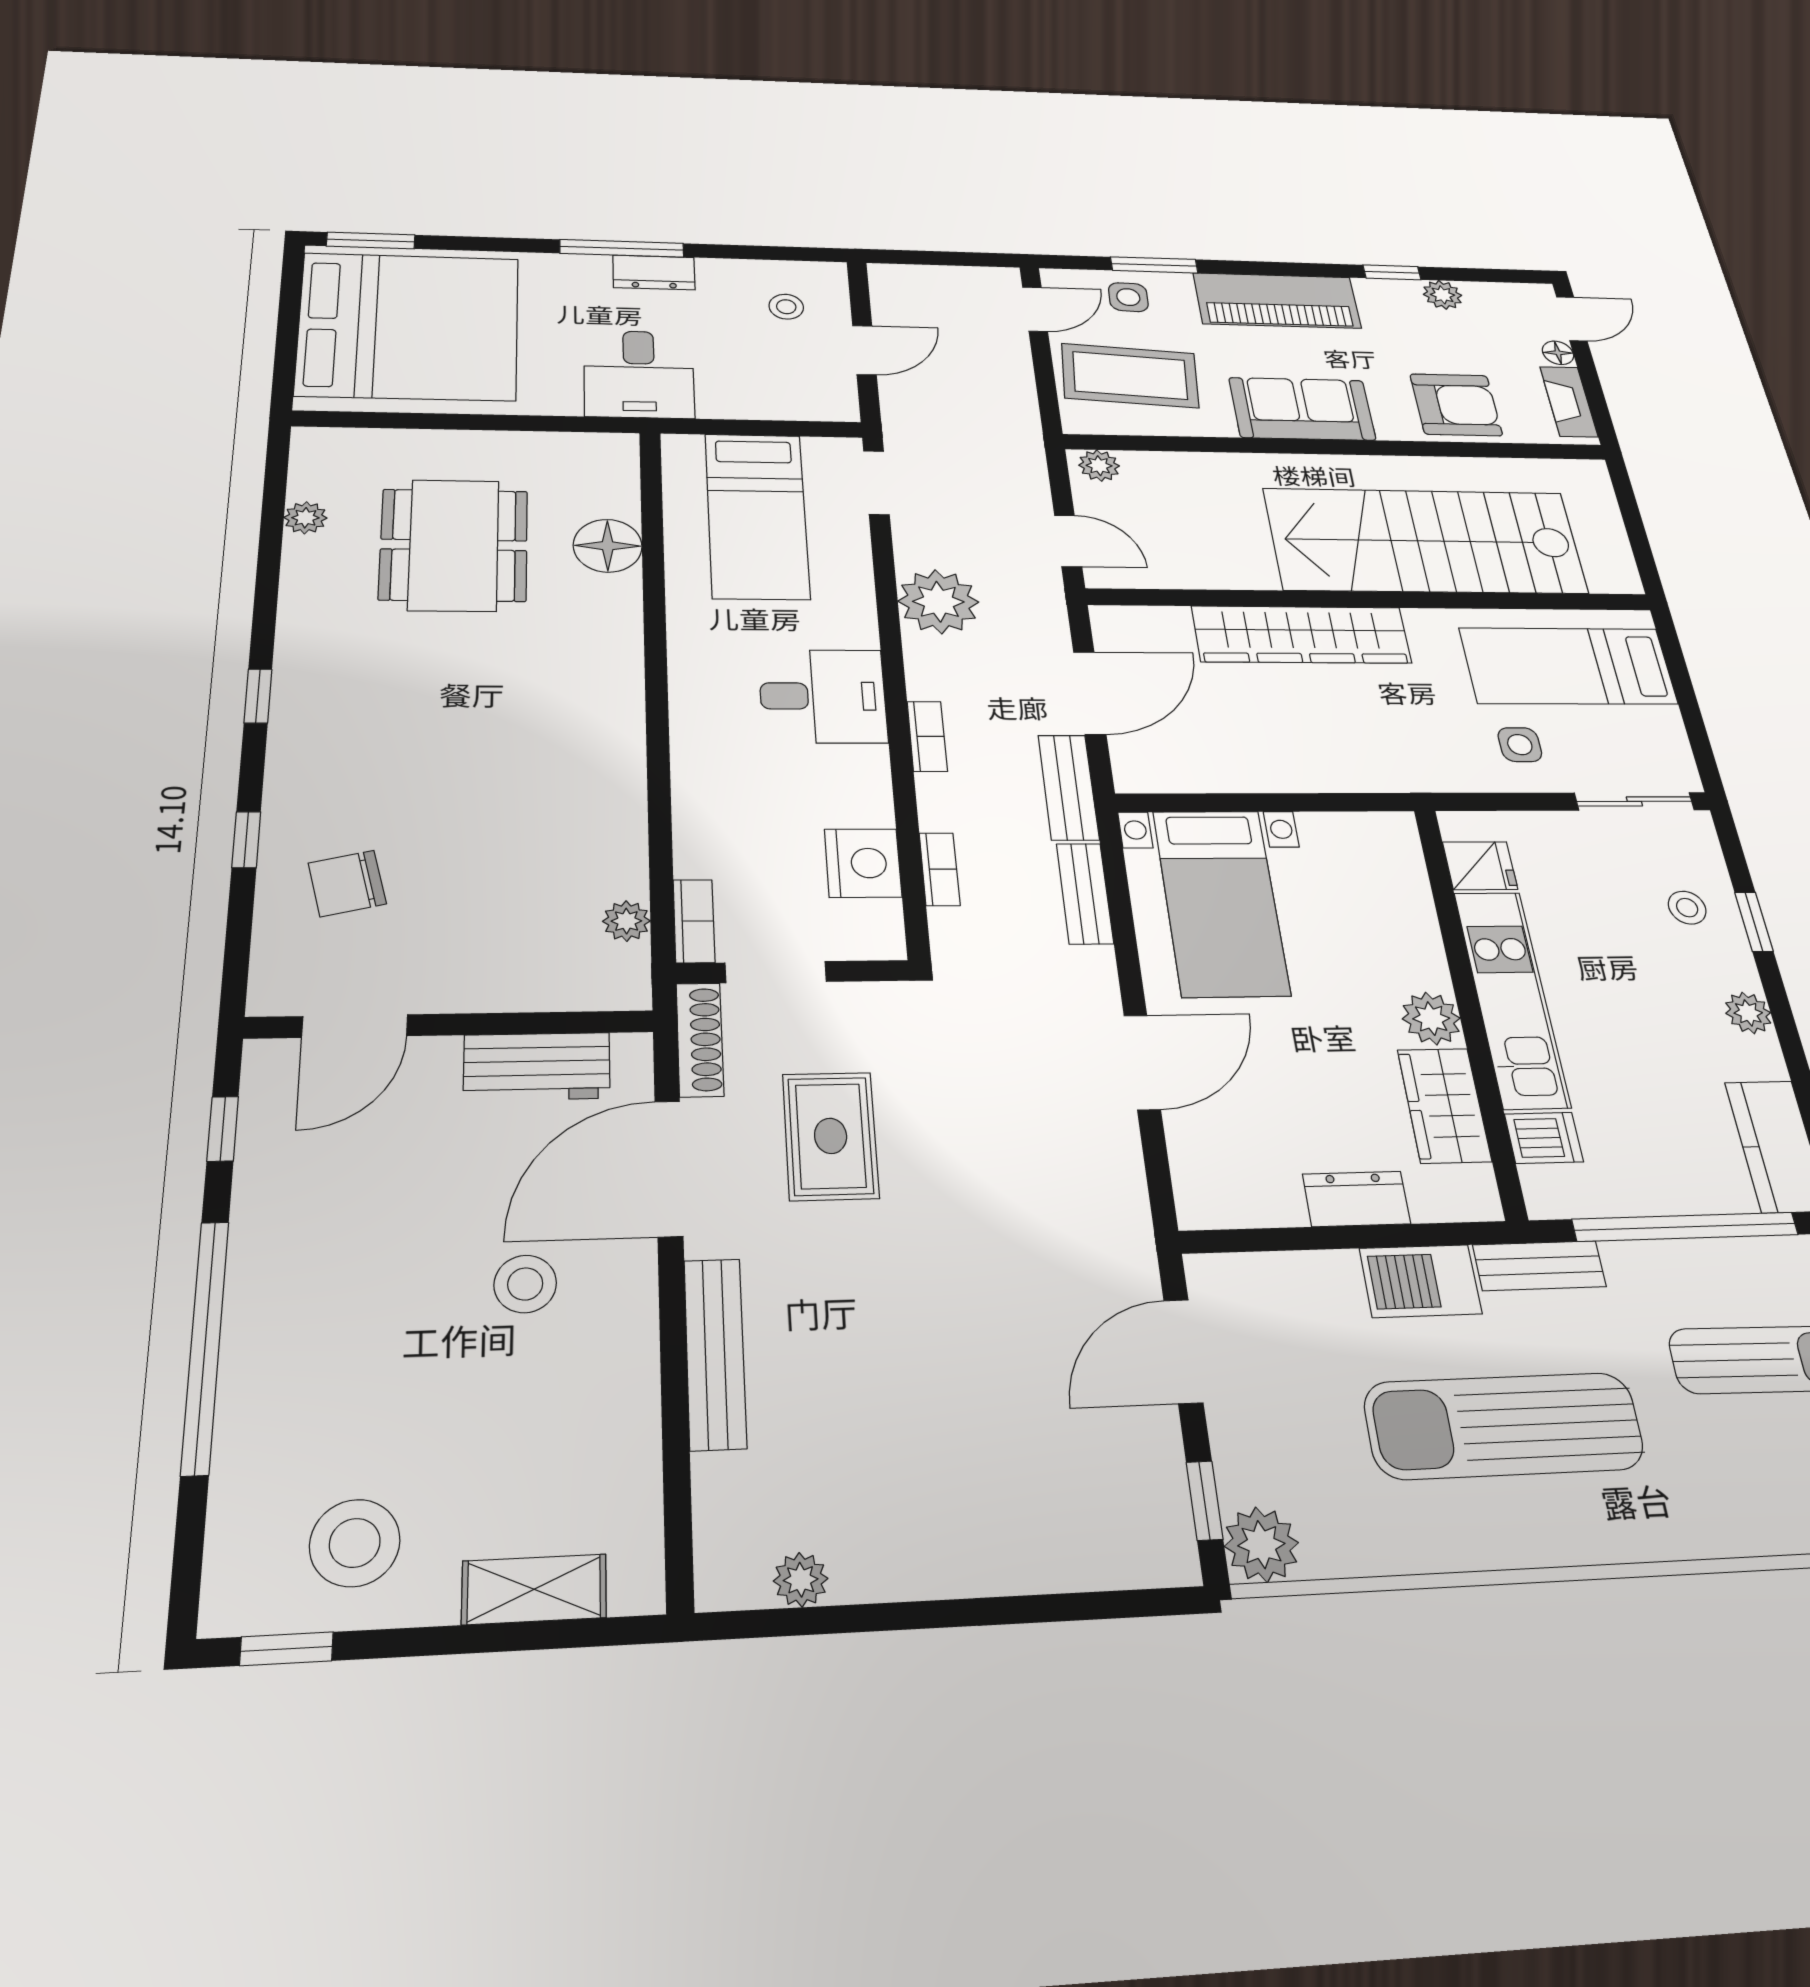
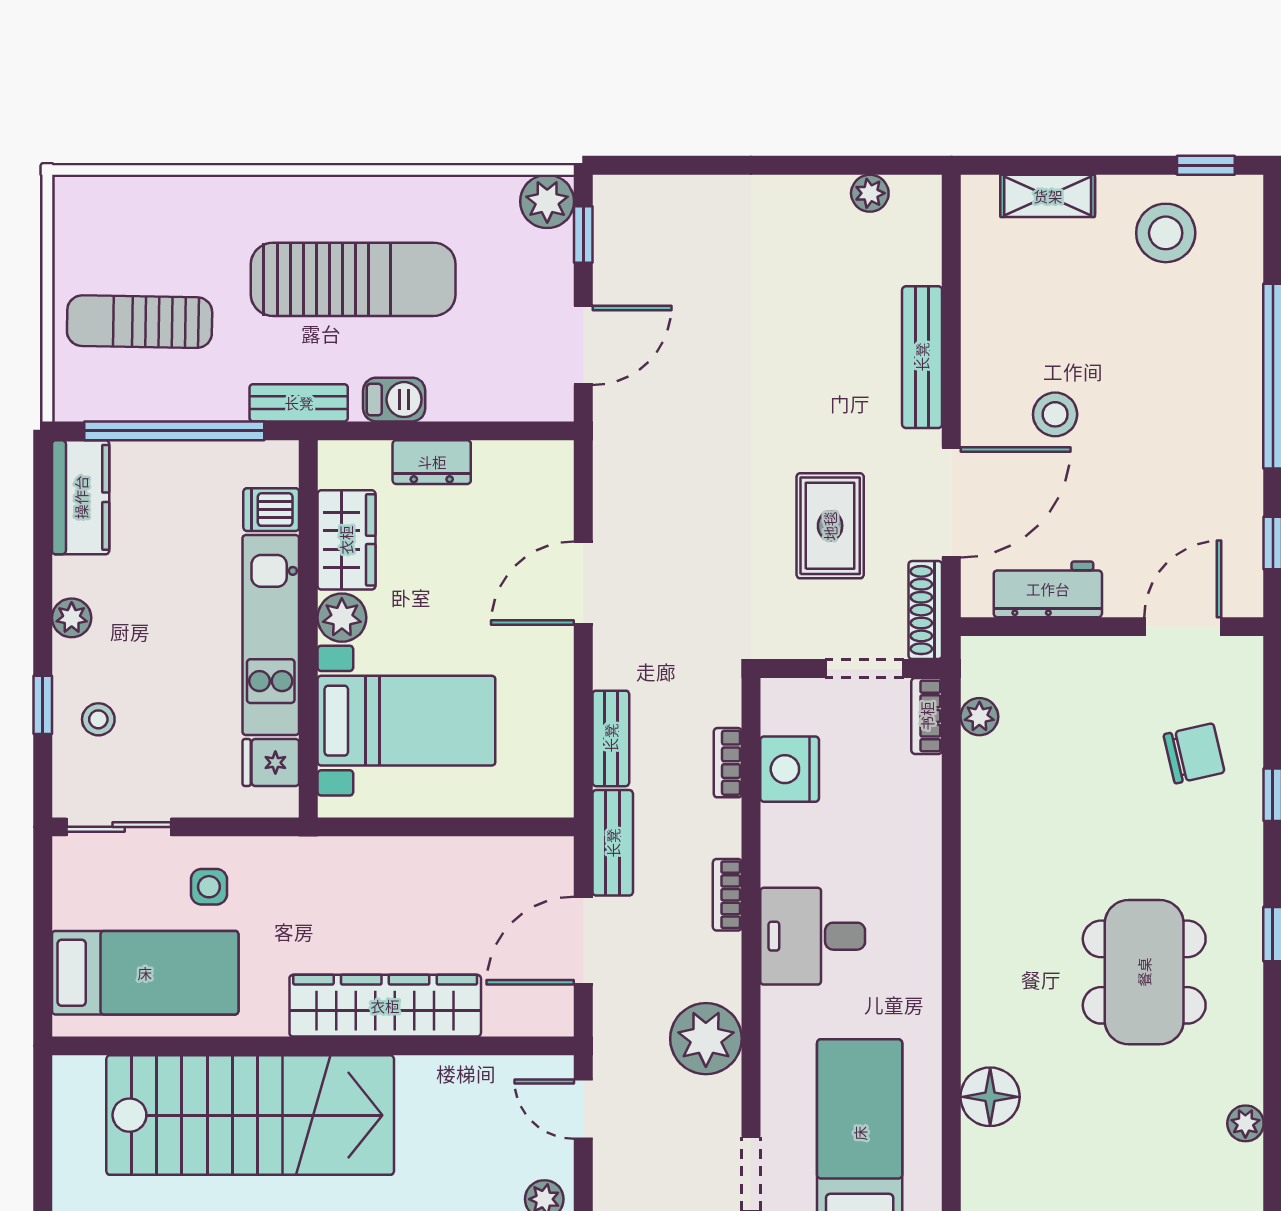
dining table: (454, 545) -> (1144, 972), moved
bed with nightstands: (1221, 902) -> (406, 721), moved, turned 90
barbecue: (1421, 1281) -> (394, 400), width x0.73, depth x0.79

